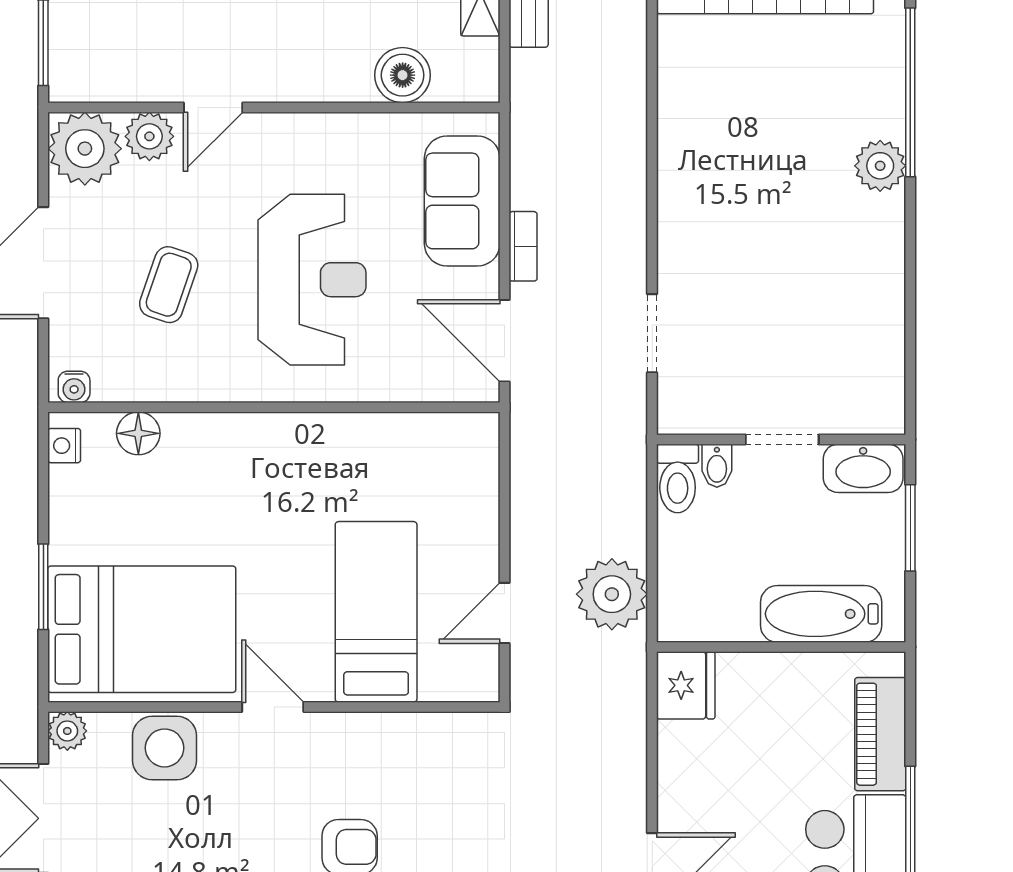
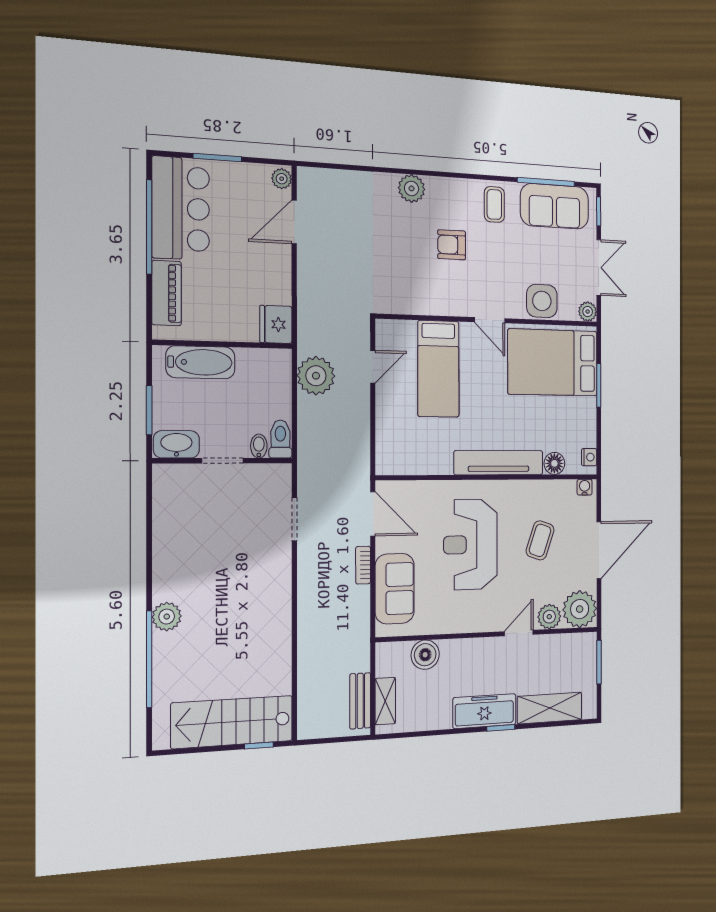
tv unit: (254, 435) -> (499, 463), added

